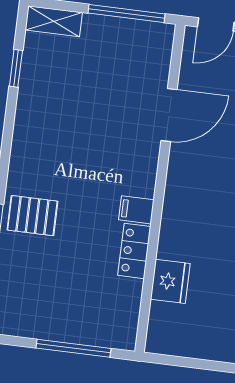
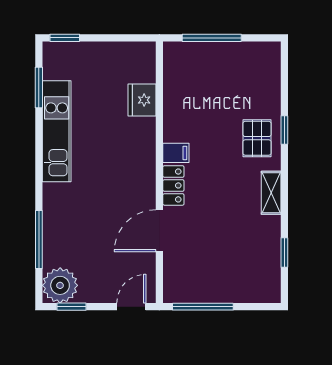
shelving: (54, 21) -> (271, 193), moved, turned 90
pallet: (32, 216) -> (257, 138), turned 90
locker: (134, 251) -> (173, 185), moved

